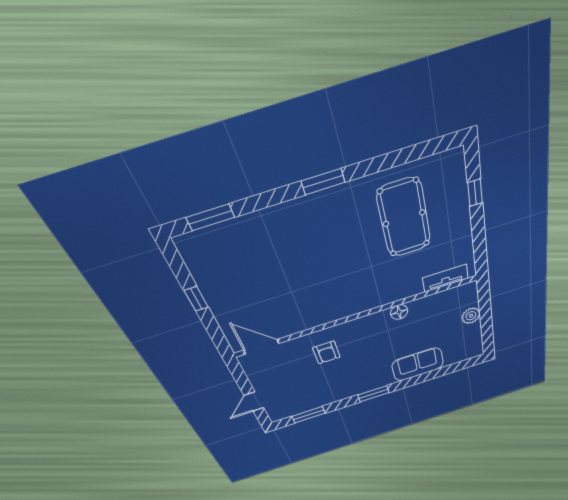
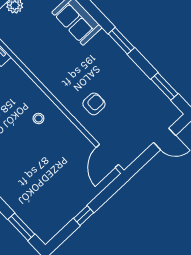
stool: (342, 294) -> (38, 118), added
floor lamp: (399, 312) -> (36, 67), removed

